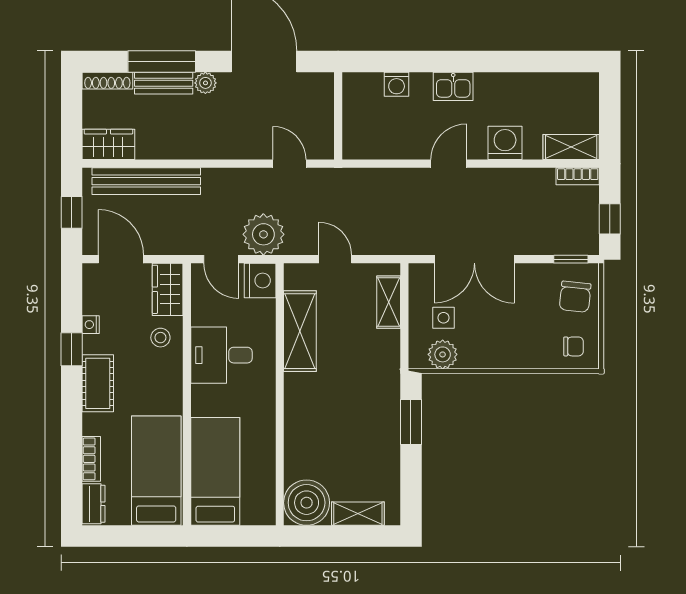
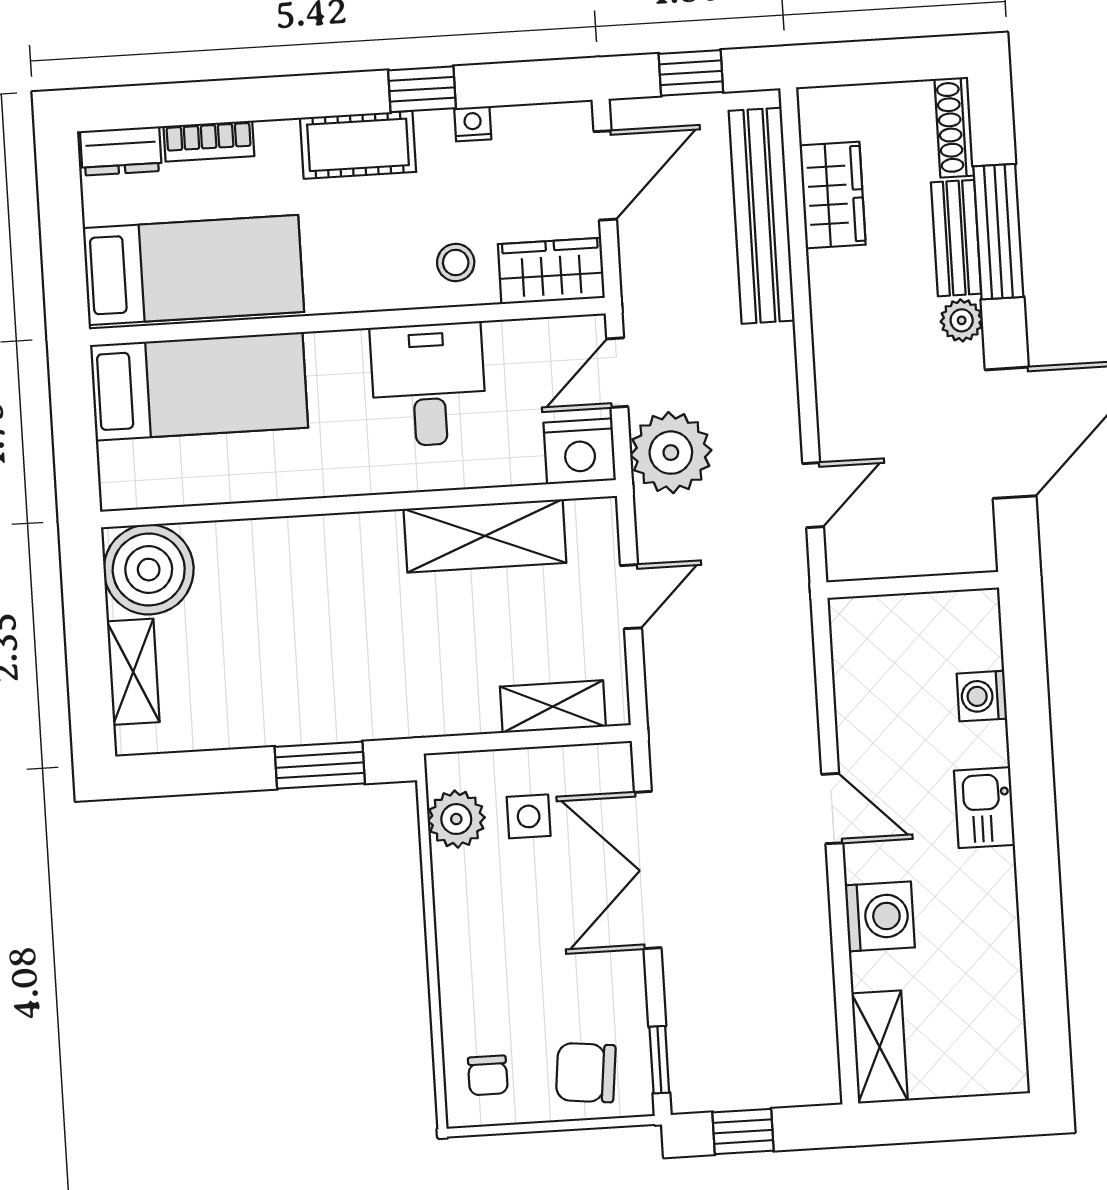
wardrobe: (108, 144) -> (833, 195), moved
bookcase: (578, 176) -> (823, 1063), removed

